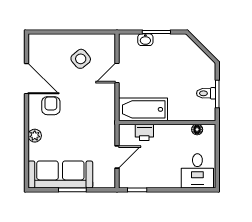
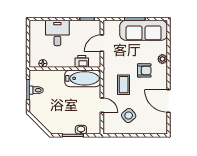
door: (117, 73) -> (102, 105), hinge flipped
coffee table: (88, 101) -> (124, 85), added
armchair: (51, 106) -> (144, 70), moved, turned -90
desk: (197, 171) -> (57, 33), moved

